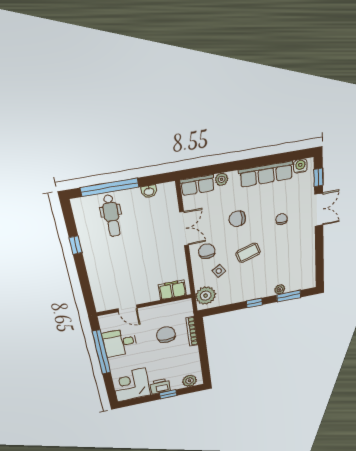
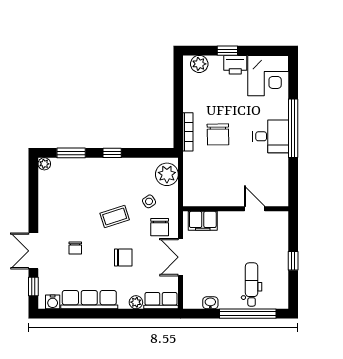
plant: (280, 289) -> (44, 164), moved
filing cabinet: (172, 290) -> (203, 221), moved
wall: (144, 305) -> (236, 209), moved
door: (127, 308) -> (255, 209), moved

